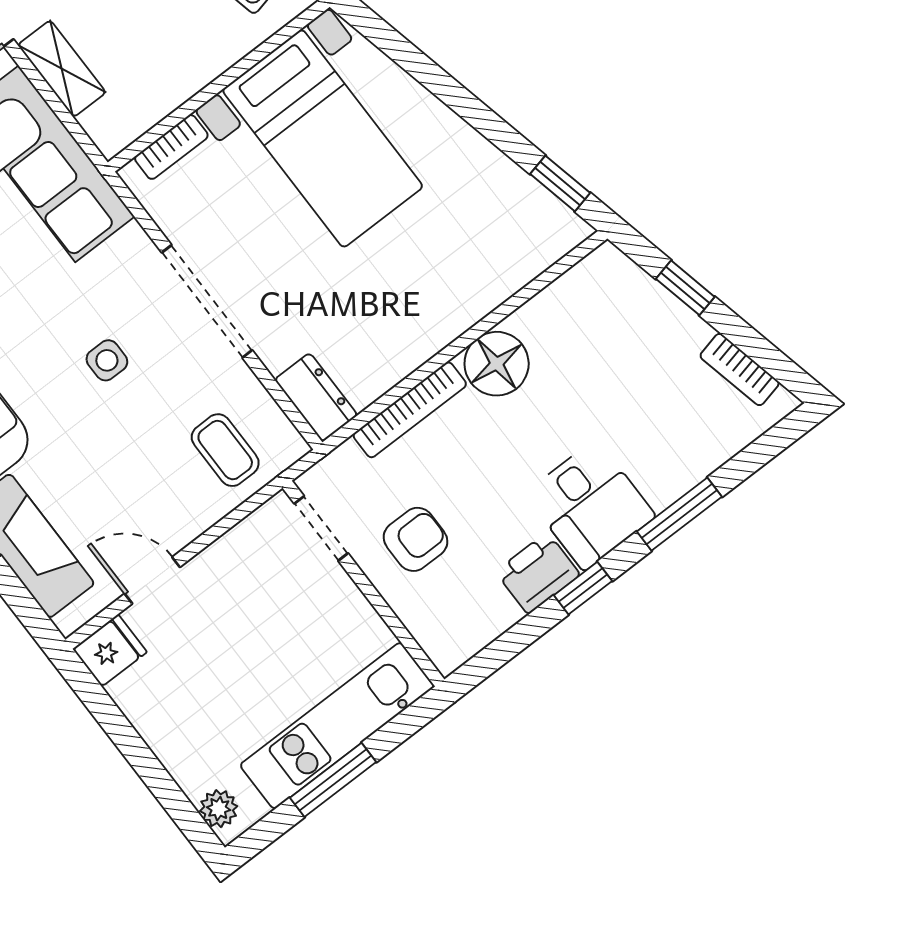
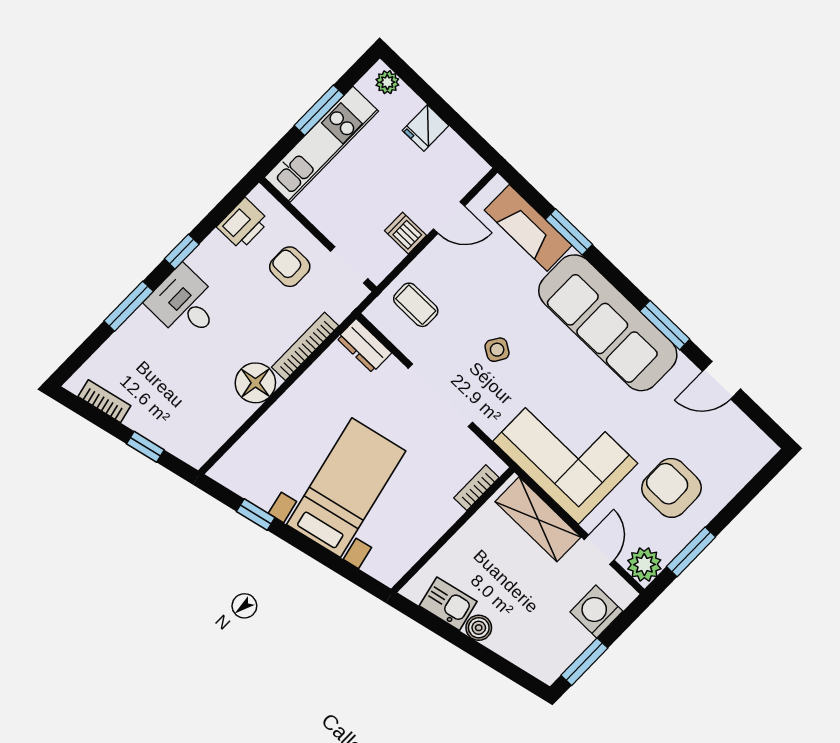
shelving: (62, 69) -> (538, 519), width x1.50, depth x1.33
bed with nightstands: (323, 138) -> (346, 488), moved, turned 77
window: (560, 183) -> (256, 514), moved
side table: (107, 360) -> (497, 350), turned 32
armchair: (416, 539) -> (290, 267), turned 90
dishwasher: (225, 566) -> (406, 233), added
printer: (538, 573) -> (243, 224), moved
fridge: (110, 651) -> (426, 128), moved

